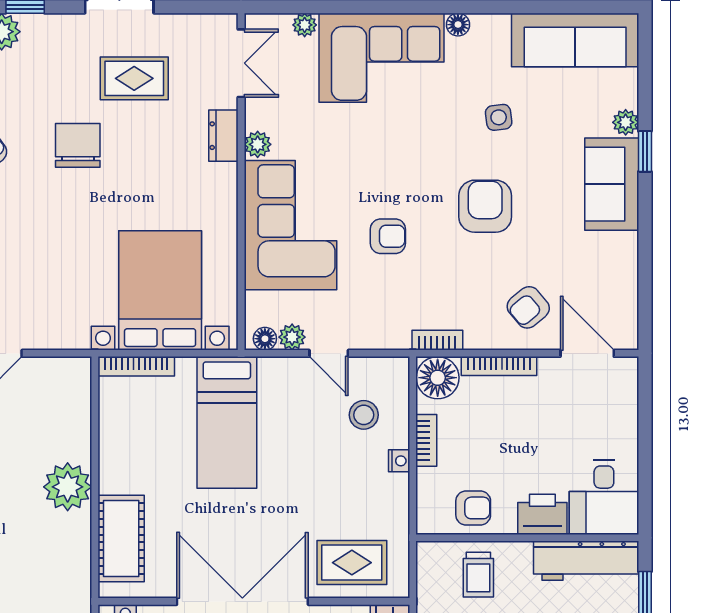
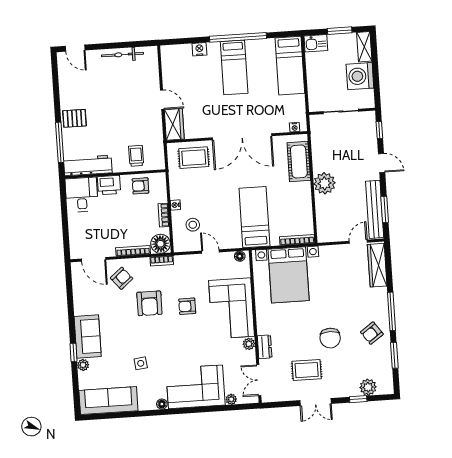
armchair: (485, 206) -> (149, 303), moved
plant: (292, 337) -> (228, 258), removed

